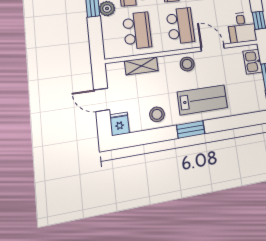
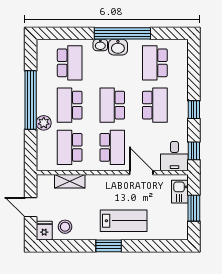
school desk: (137, 31) -> (70, 147), turned 180
stool: (187, 64) -> (114, 185), removed
stool: (157, 114) -> (65, 227), moved

